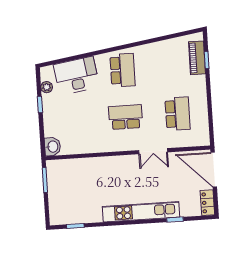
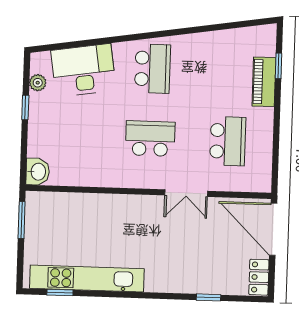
piano: (197, 58) -> (264, 82), moved
kitchen unit: (141, 212) -> (87, 279), moved

